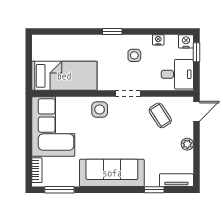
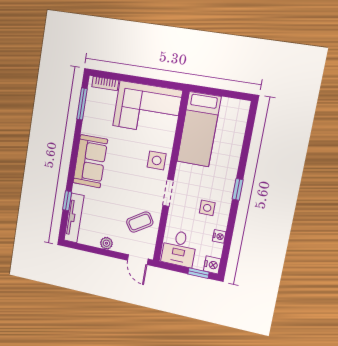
sofa: (112, 173) -> (90, 161), width x0.73
tv unit: (176, 180) -> (74, 218), width x1.41

